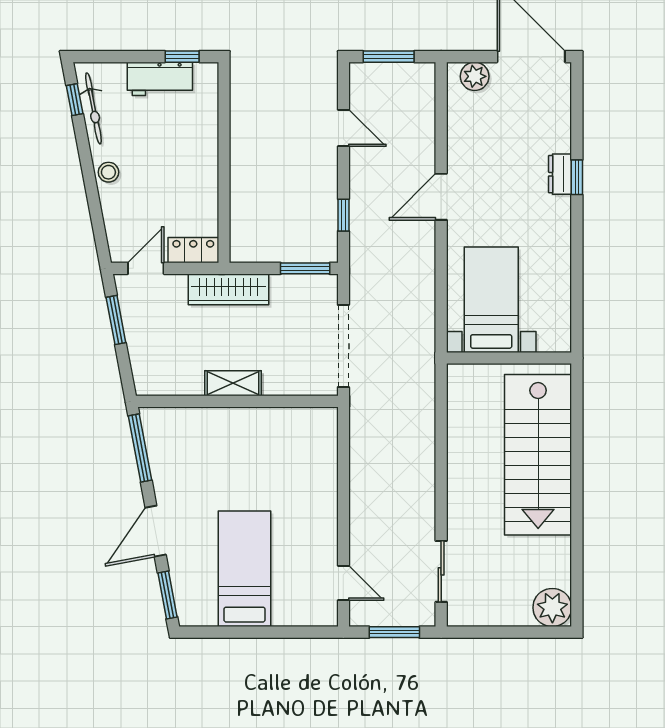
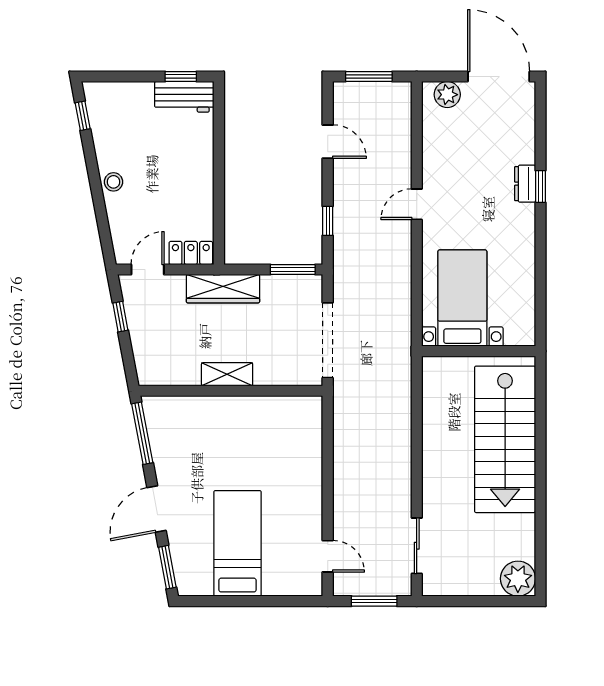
workbench: (160, 79) -> (184, 97), moved
bicycle: (93, 108) -> (100, 124), removed
door: (441, 197) -> (417, 204), width x0.73
window: (116, 320) -> (120, 317), width x0.67

